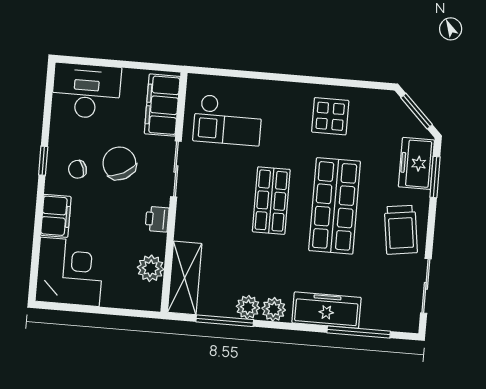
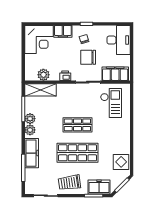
display table: (330, 116) -> (121, 162), moved
checkout: (228, 120) -> (111, 103), turned 180
chair: (119, 163) -> (88, 57), turned -152

